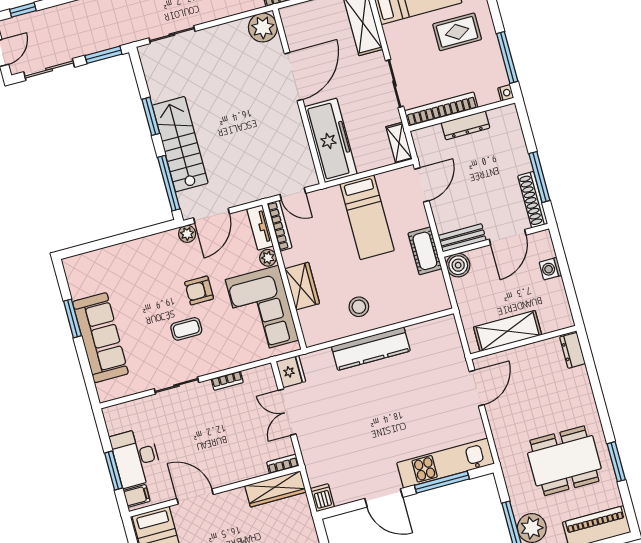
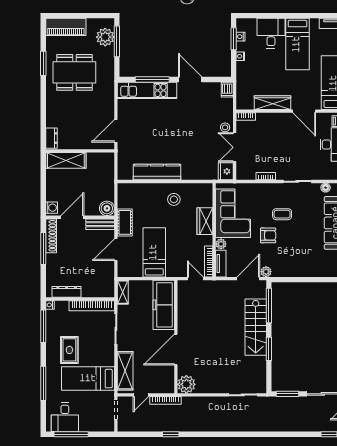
rug: (457, 32) -> (69, 350), turned 90
dresser: (465, 125) -> (67, 292), moved
door: (422, 185) -> (116, 250), moved
washing machine: (550, 269) -> (52, 208), moved
shelving: (508, 331) -> (66, 160), moved
kitchen counter: (371, 349) -> (157, 172), moved
floor lamp: (130, 388) -> (326, 188), added
double door: (287, 412) -> (235, 147), swing flipped
stool: (310, 439) -> (225, 127), added
wardrobe: (275, 489) -> (272, 103), moved

